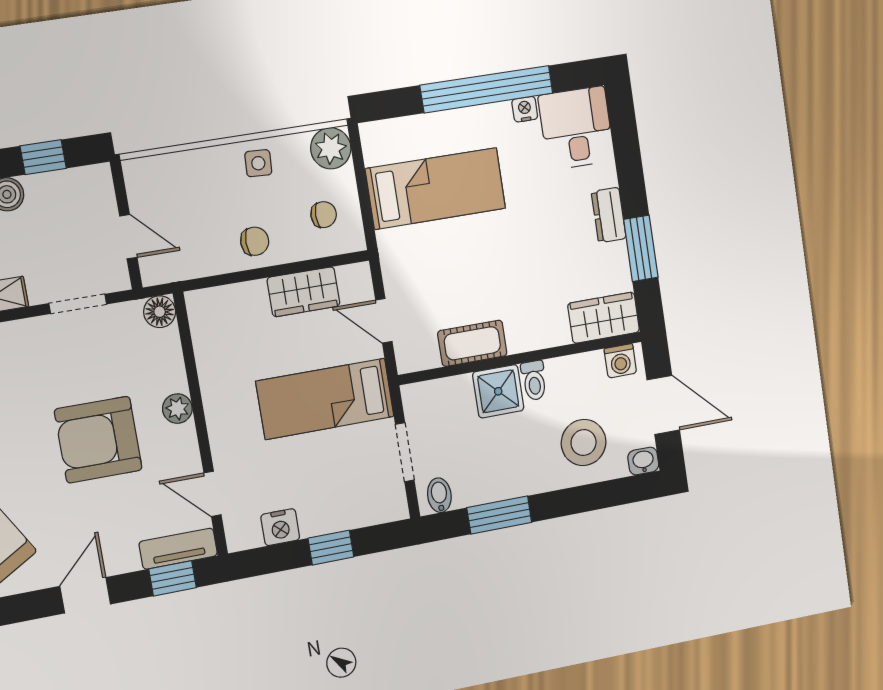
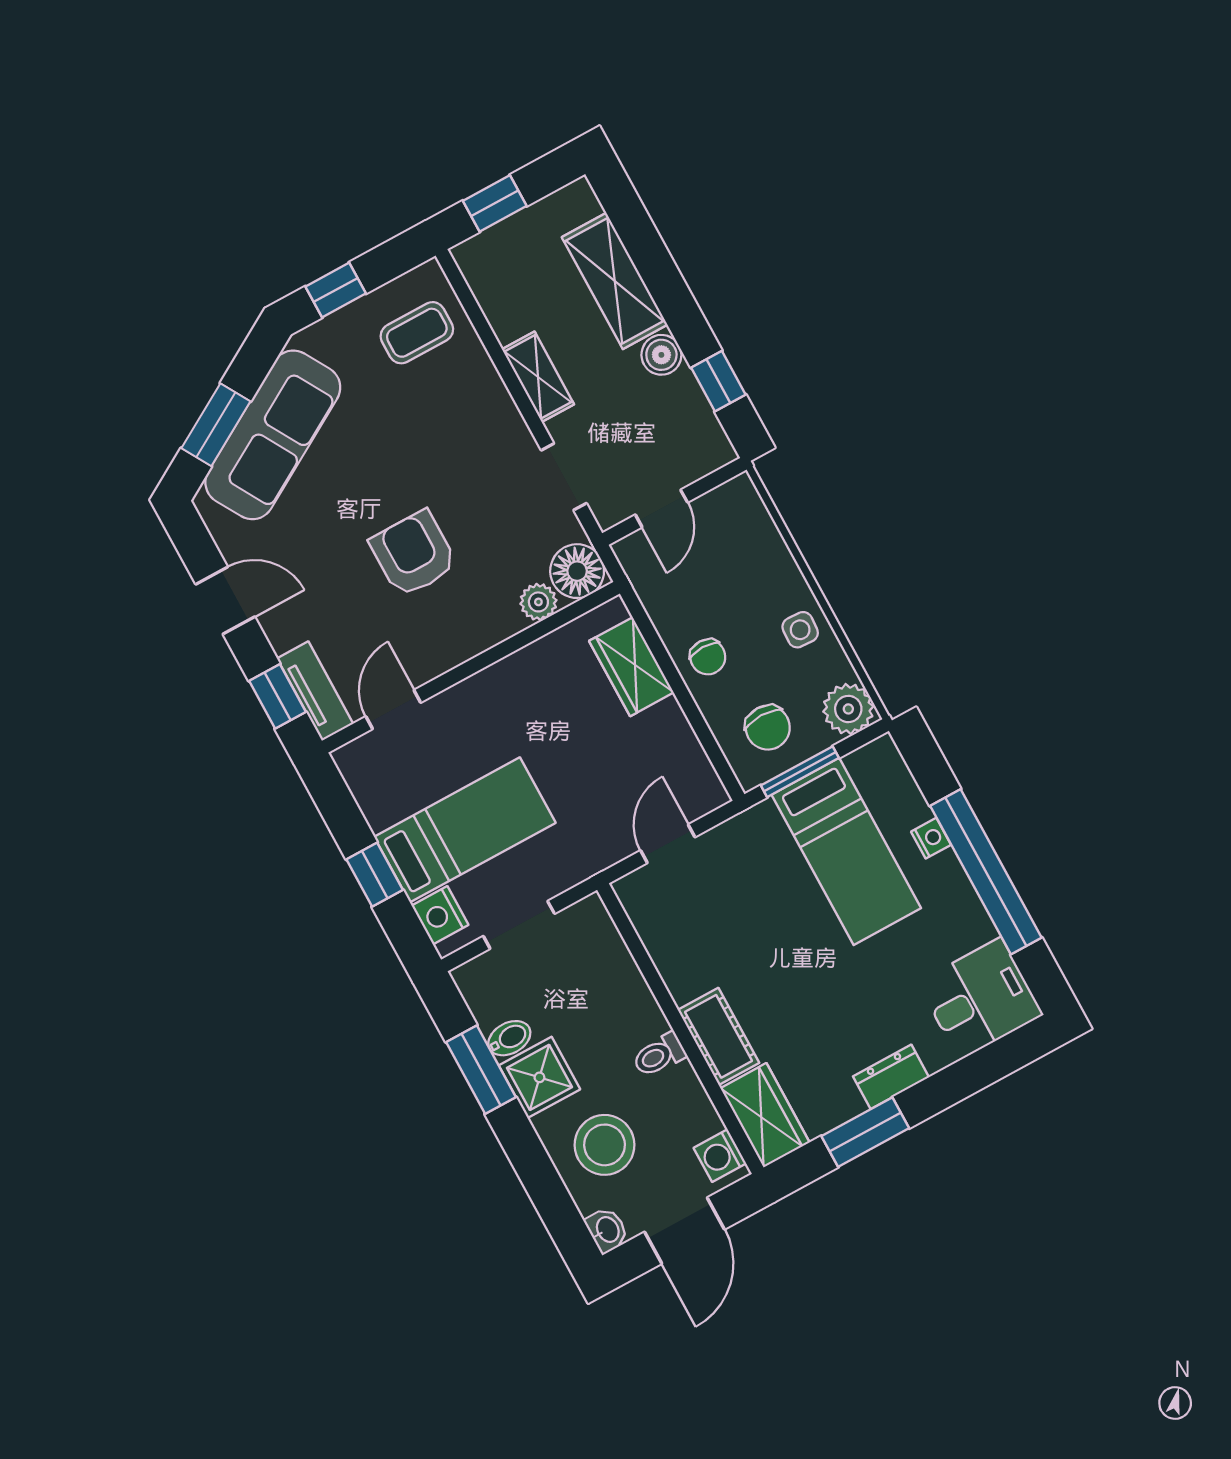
nightstand: (525, 109) -> (931, 838), moved
window: (365, 202) -> (800, 772), added
chair: (324, 215) -> (768, 728), width x1.37, depth x1.37
wardrobe: (303, 292) -> (631, 667), moved
floor lamp: (160, 312) -> (577, 571), width x1.38, depth x1.38
cot: (472, 343) -> (719, 1036), moved
shower: (498, 391) -> (539, 1077), moved
bed: (325, 399) -> (465, 830), moved, turned 90
plant: (177, 409) -> (538, 602), moved
armchair: (98, 440) -> (414, 554), width x0.73, depth x0.73
bidet: (439, 495) -> (509, 1038), moved
nightstand: (280, 527) -> (440, 915), moved

